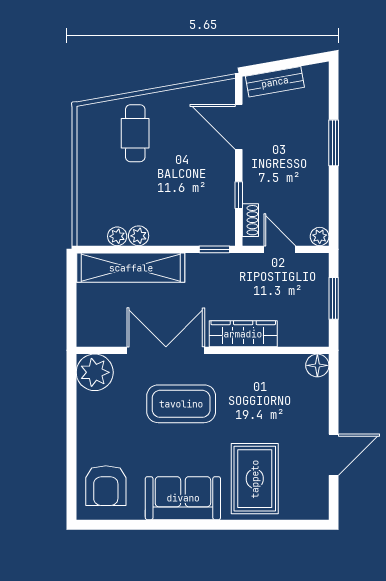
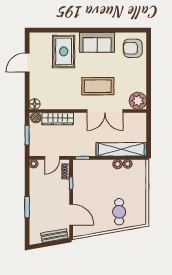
door: (280, 249) -> (52, 158), hinge flipped
wardrobe: (243, 334) -> (58, 119), moved
boiler: (315, 336) -> (36, 118), added
armchair: (106, 486) -> (133, 48), turned -90

